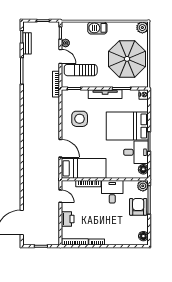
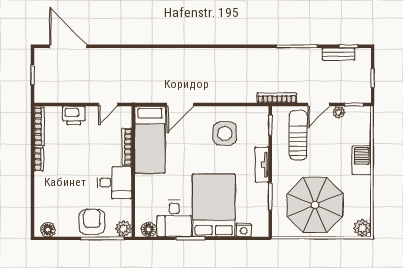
tv unit: (105, 94) -> (262, 165), width x0.71
nightstand: (144, 95) -> (244, 230), moved
armchair: (138, 207) -> (92, 222), turned -90

